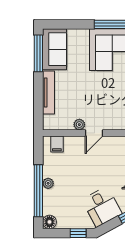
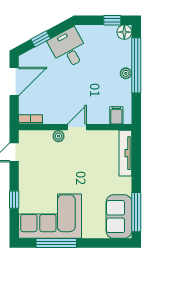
tv unit: (48, 92) -> (125, 153), moved
plant: (79, 125) -> (58, 136), moved
window: (78, 233) -> (112, 20), moved

